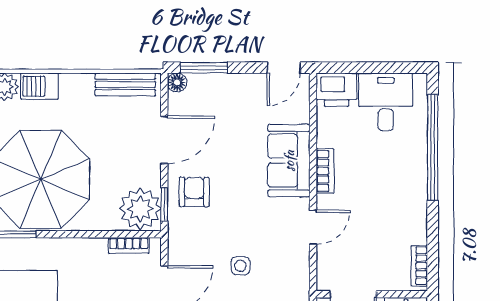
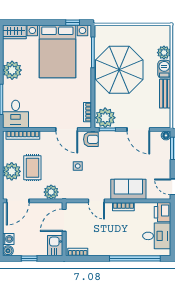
bench: (125, 84) -> (165, 94), moved
armchair: (194, 192) -> (91, 139), moved

